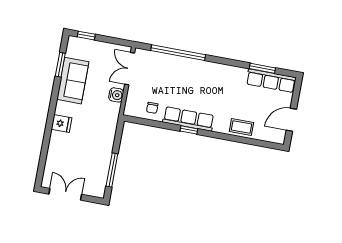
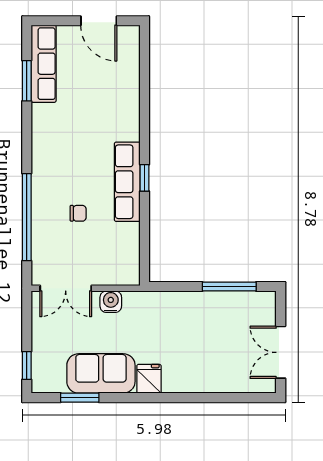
chair: (152, 108) -> (78, 213), moved
fridge: (61, 123) -> (149, 379), moved
coffee table: (241, 127) -> (125, 97), removed

